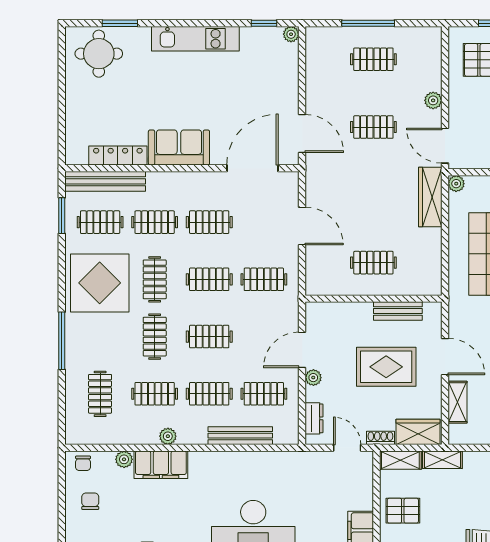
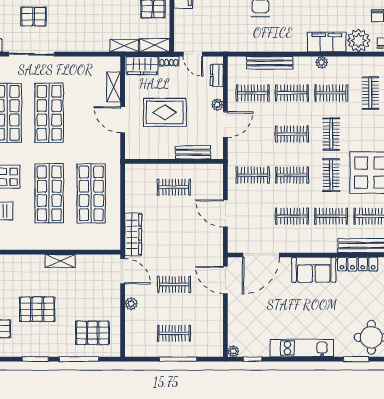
plant: (456, 184) -> (115, 244), removed
bench: (398, 311) -> (193, 152), moved
plant: (124, 459) -> (359, 40), width x1.88, depth x1.88

